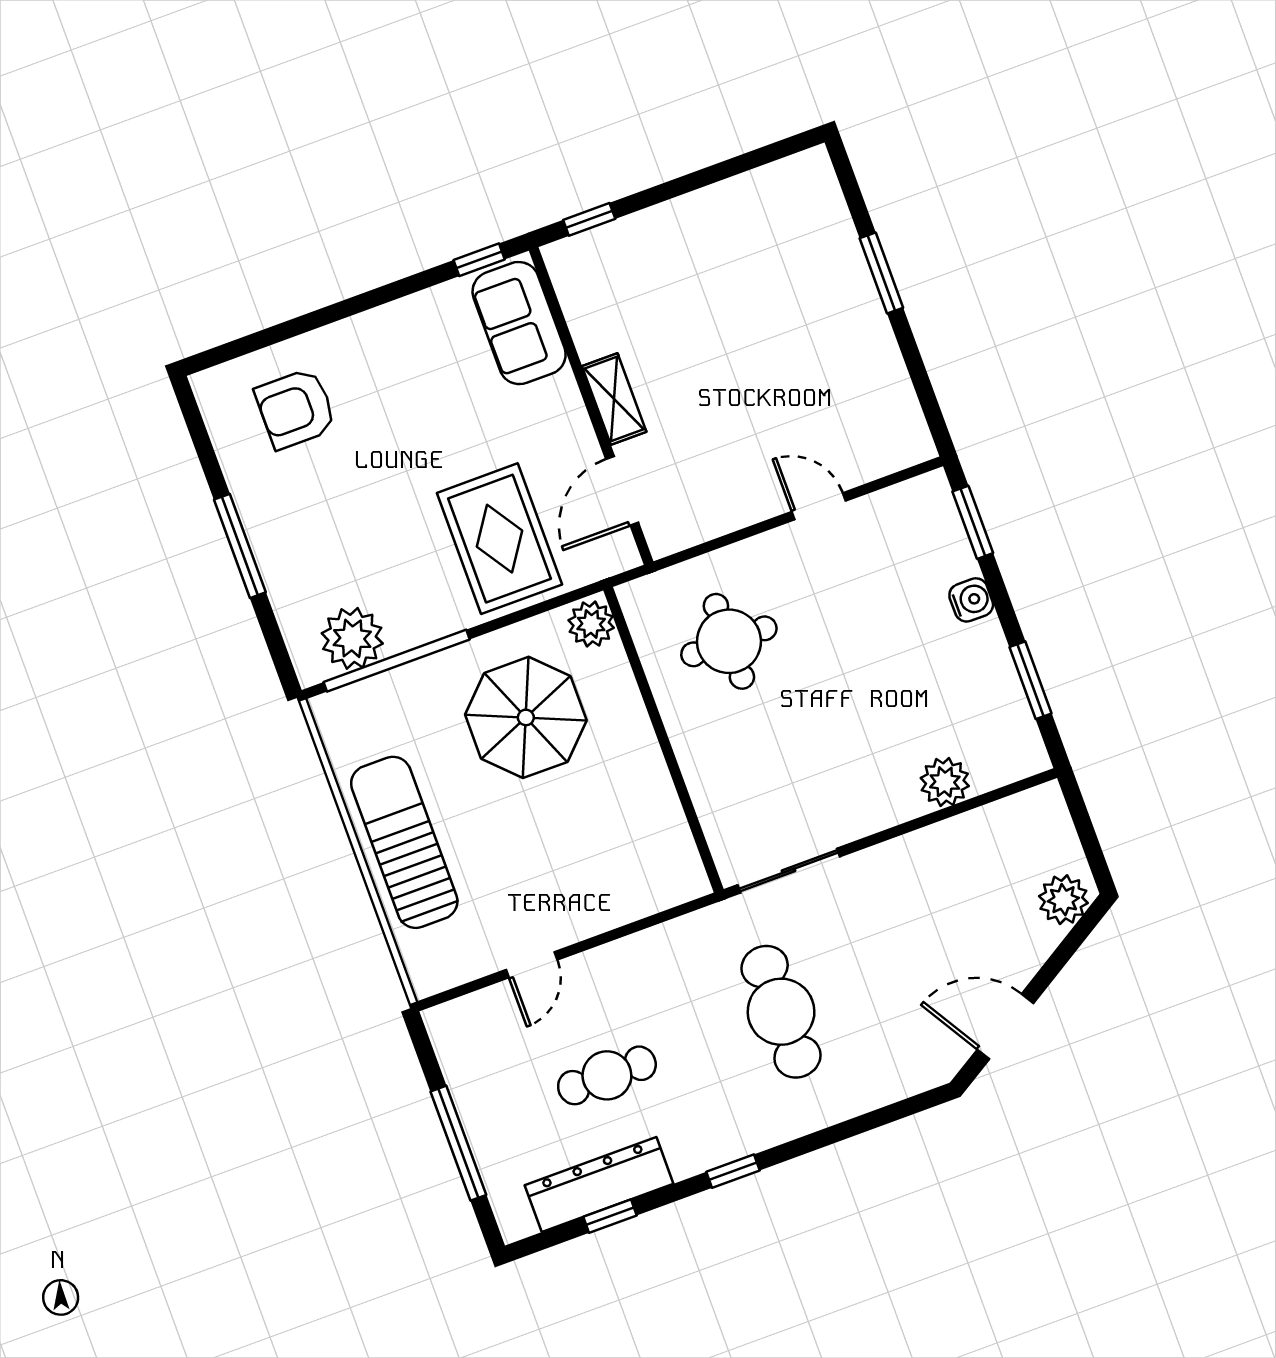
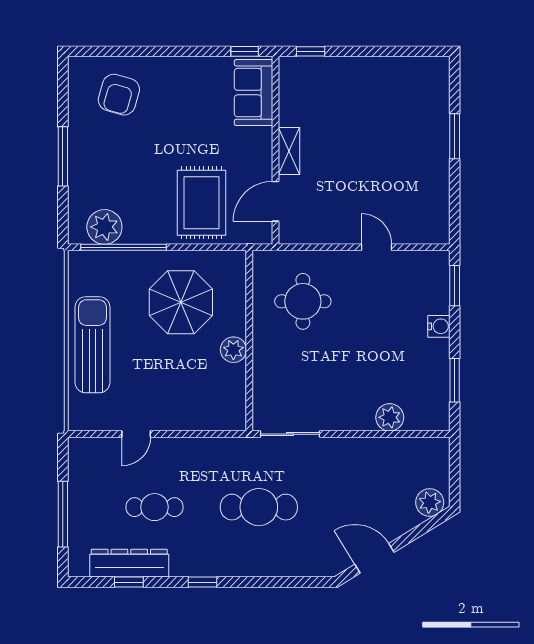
armchair: (296, 409) -> (119, 95), turned -74
plant: (591, 624) -> (233, 350), moved
cafe table: (781, 1012) -> (259, 507), turned 90

